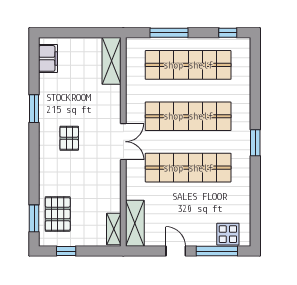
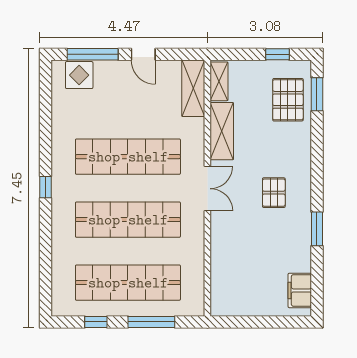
window: (228, 33) -> (96, 322), moved
shelving: (112, 61) -> (222, 131), moved
double door: (123, 142) -> (207, 189), swing flipped
window: (255, 143) -> (46, 187), width x0.67

